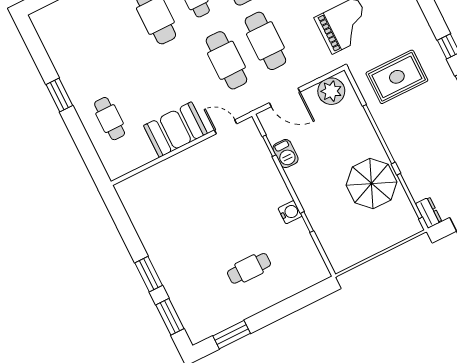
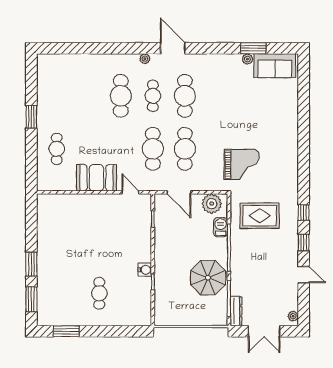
barbecue: (286, 154) -> (221, 227), moved, turned 180
dresser: (429, 213) -> (236, 311), width x1.44
cafe table: (249, 268) -> (99, 293), turned 90

